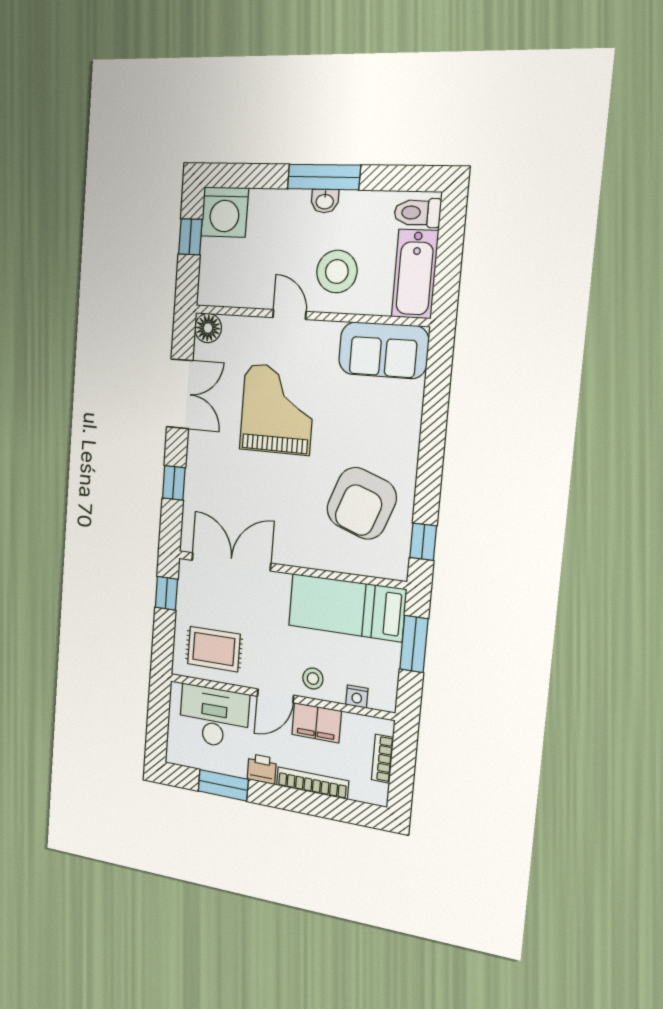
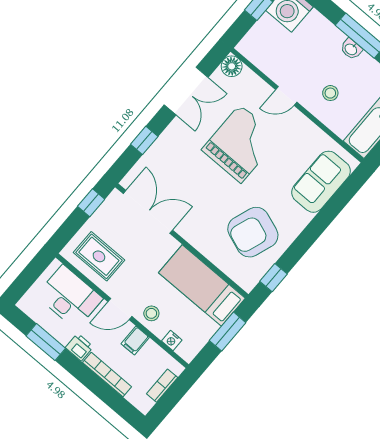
stool: (337, 272) -> (330, 93), width x0.53, depth x0.53
door: (290, 314) -> (286, 96), swing flipped
sofa: (383, 350) -> (321, 182), moved, turned 90
filing cabinet: (316, 723) -> (135, 341), width x0.50

